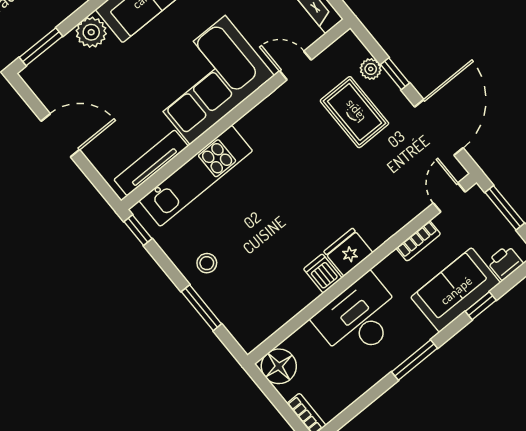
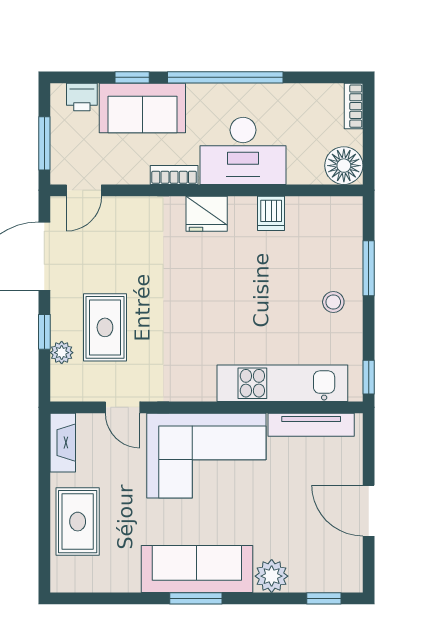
window: (41, 47) -> (324, 598), width x0.67
bookcase: (418, 241) -> (174, 175), moved
dishwasher: (323, 274) -> (271, 213), moved
window: (414, 360) -> (225, 77), width x2.11

